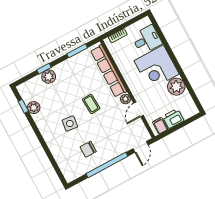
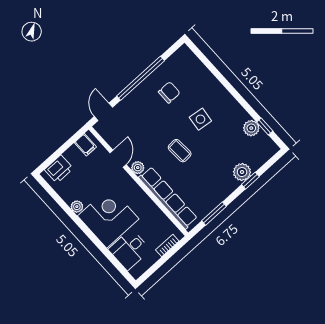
plant: (176, 87) -> (77, 207), width x0.53, depth x0.53
printer: (173, 119) -> (59, 169), moved

